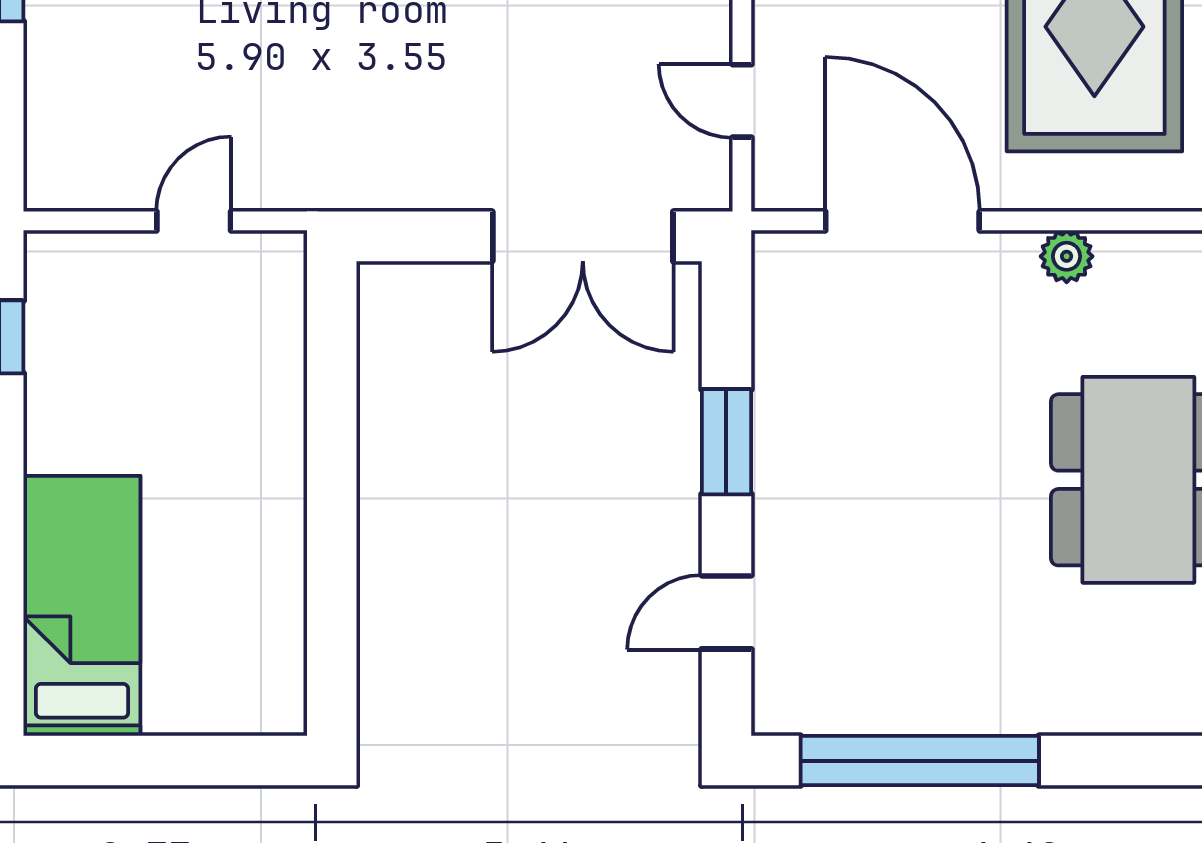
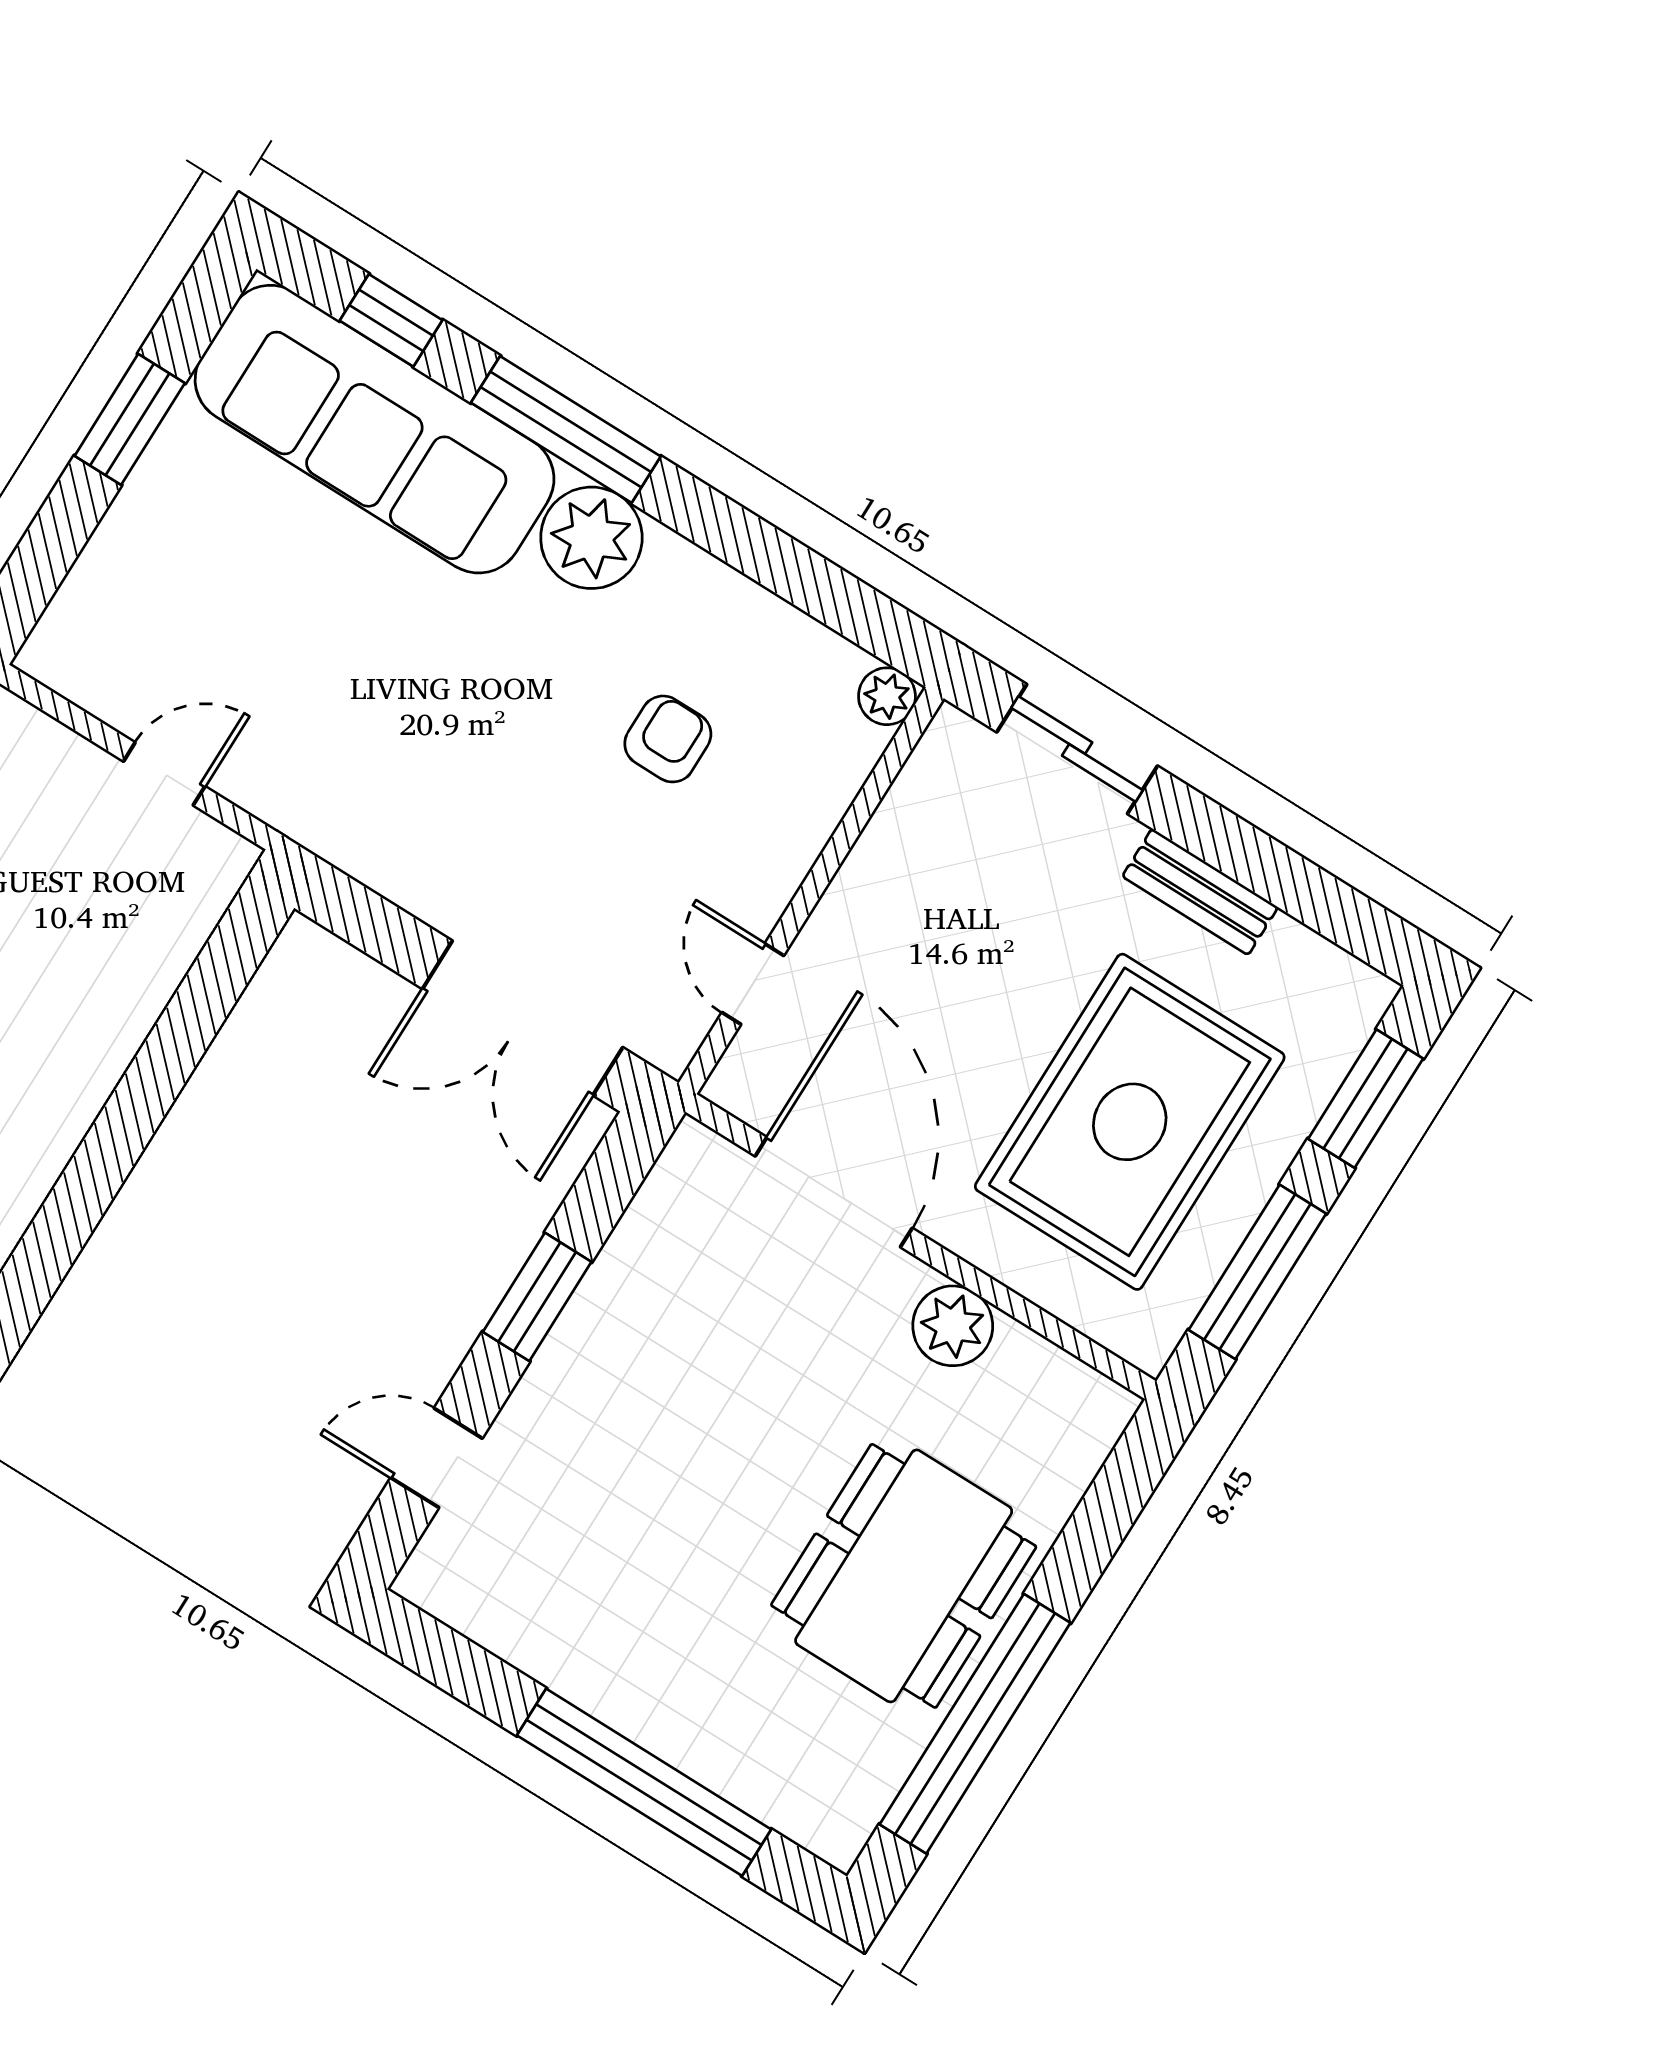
plant: (1067, 256) -> (953, 1326), width x1.38, depth x1.38
window: (920, 761) -> (644, 1782), moved

